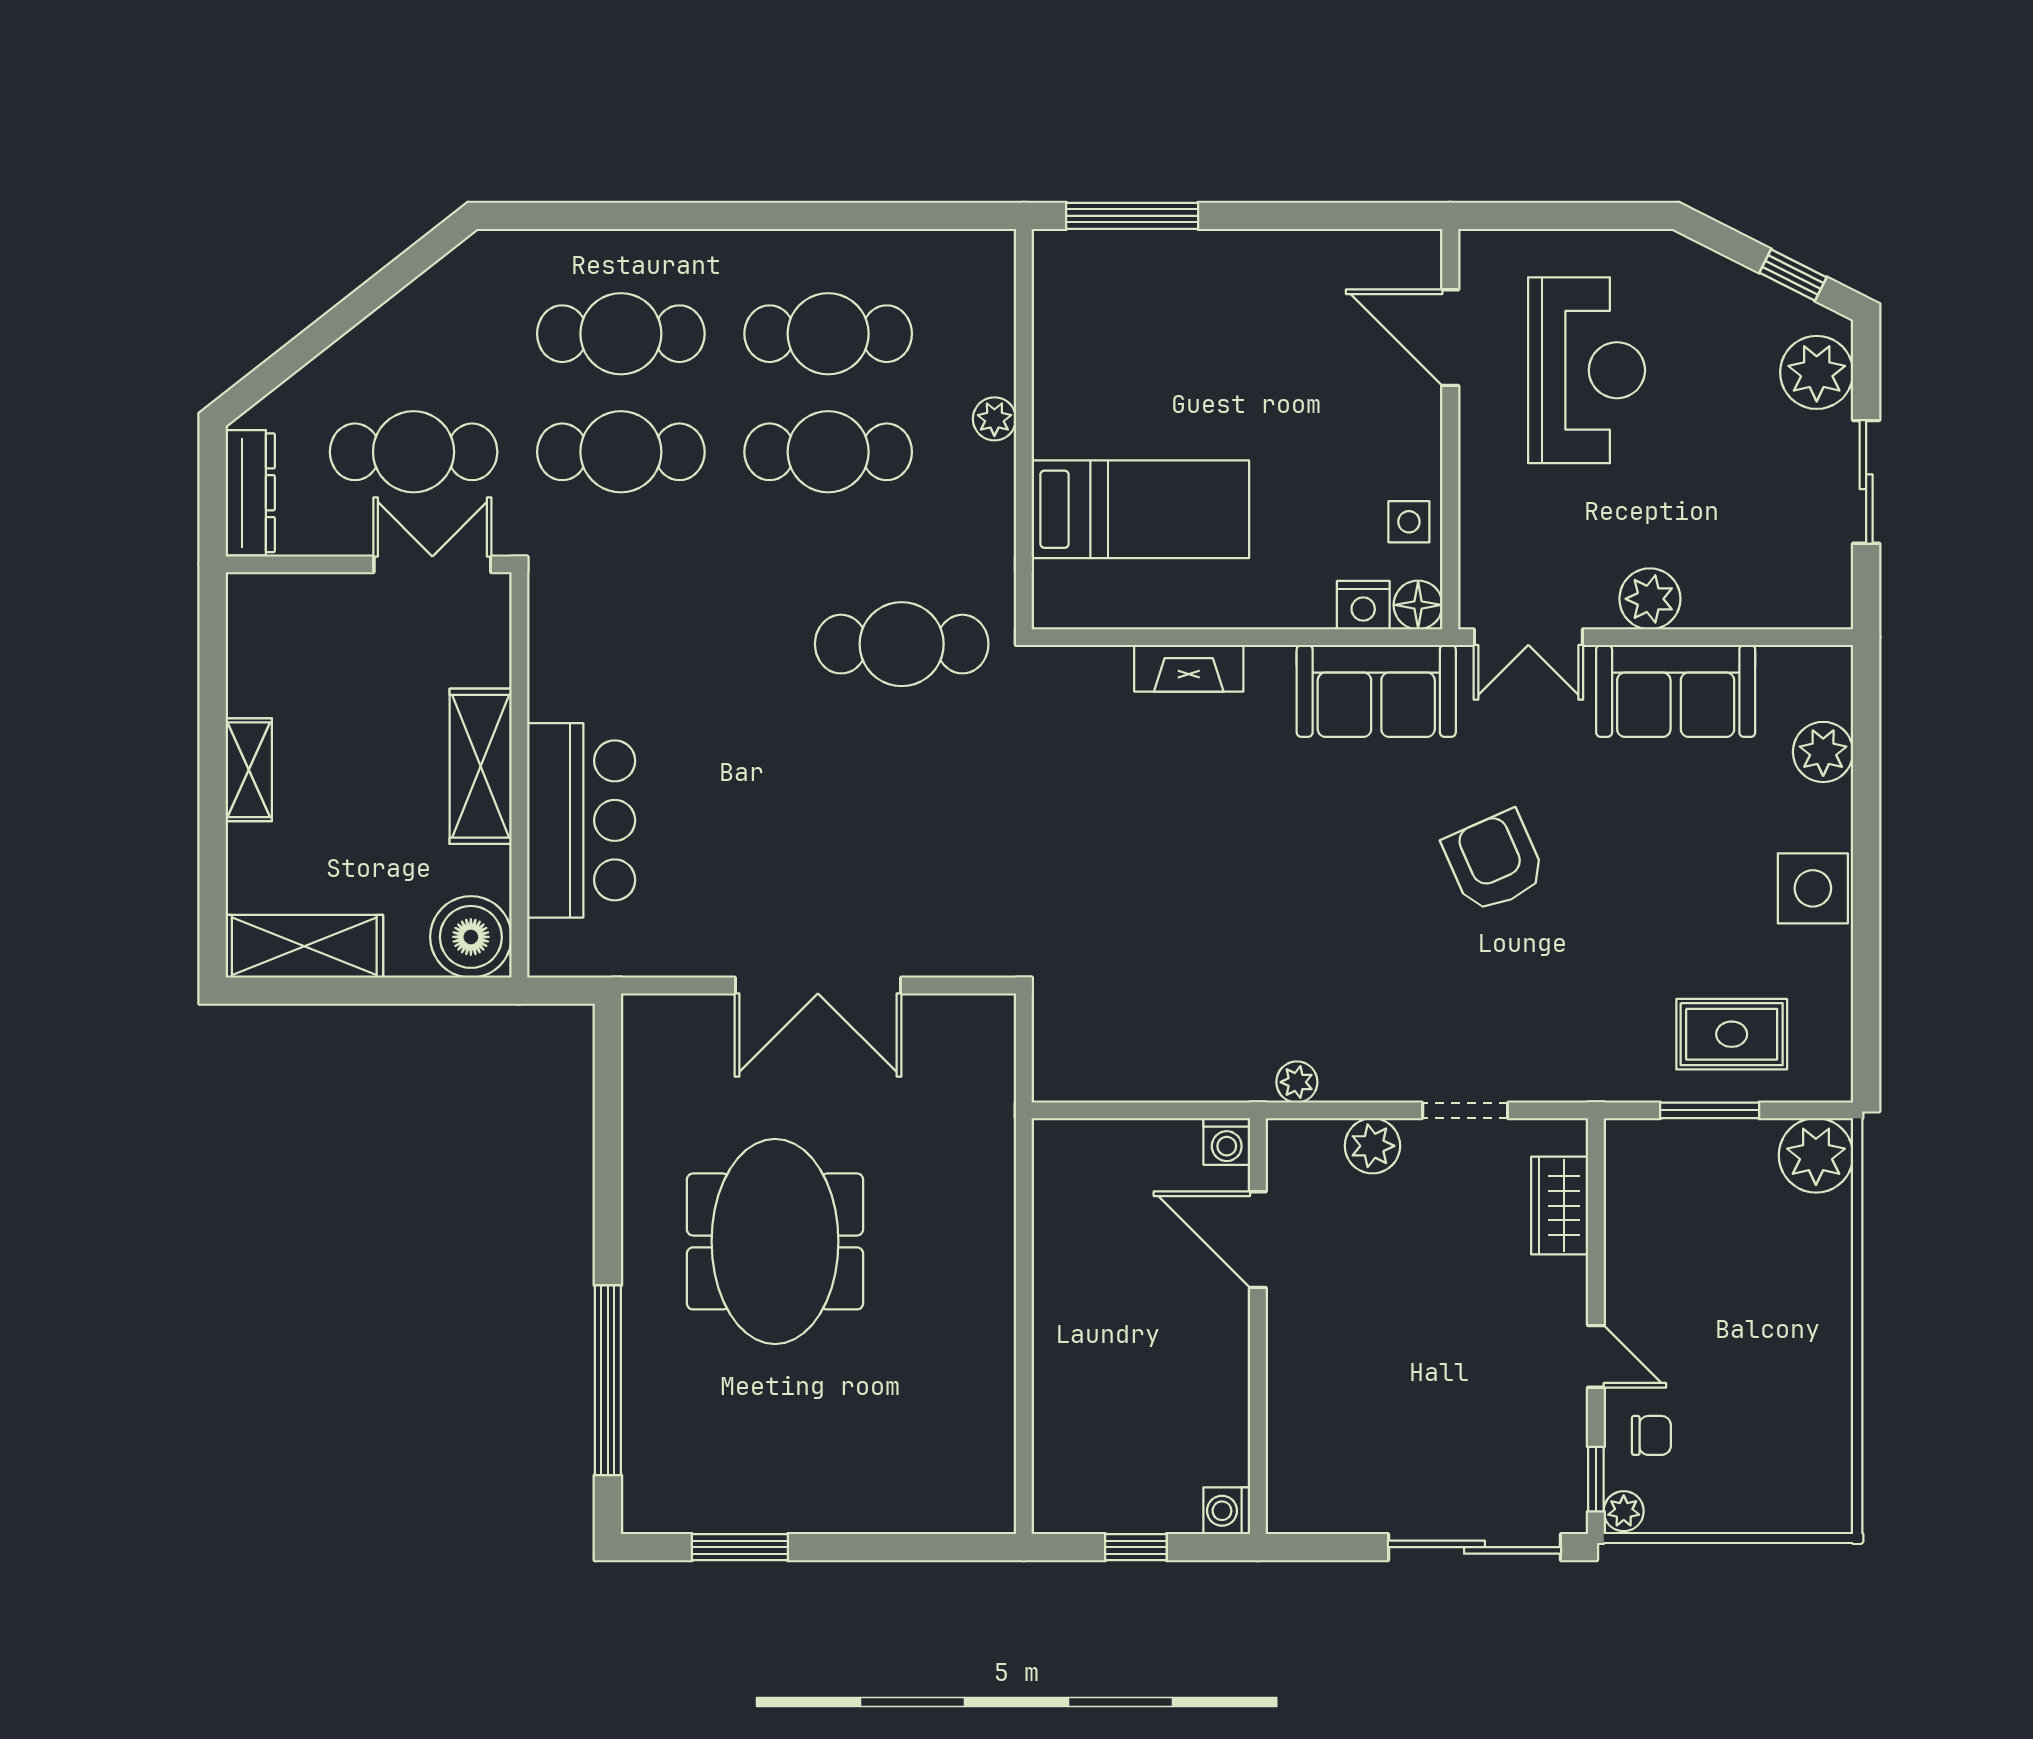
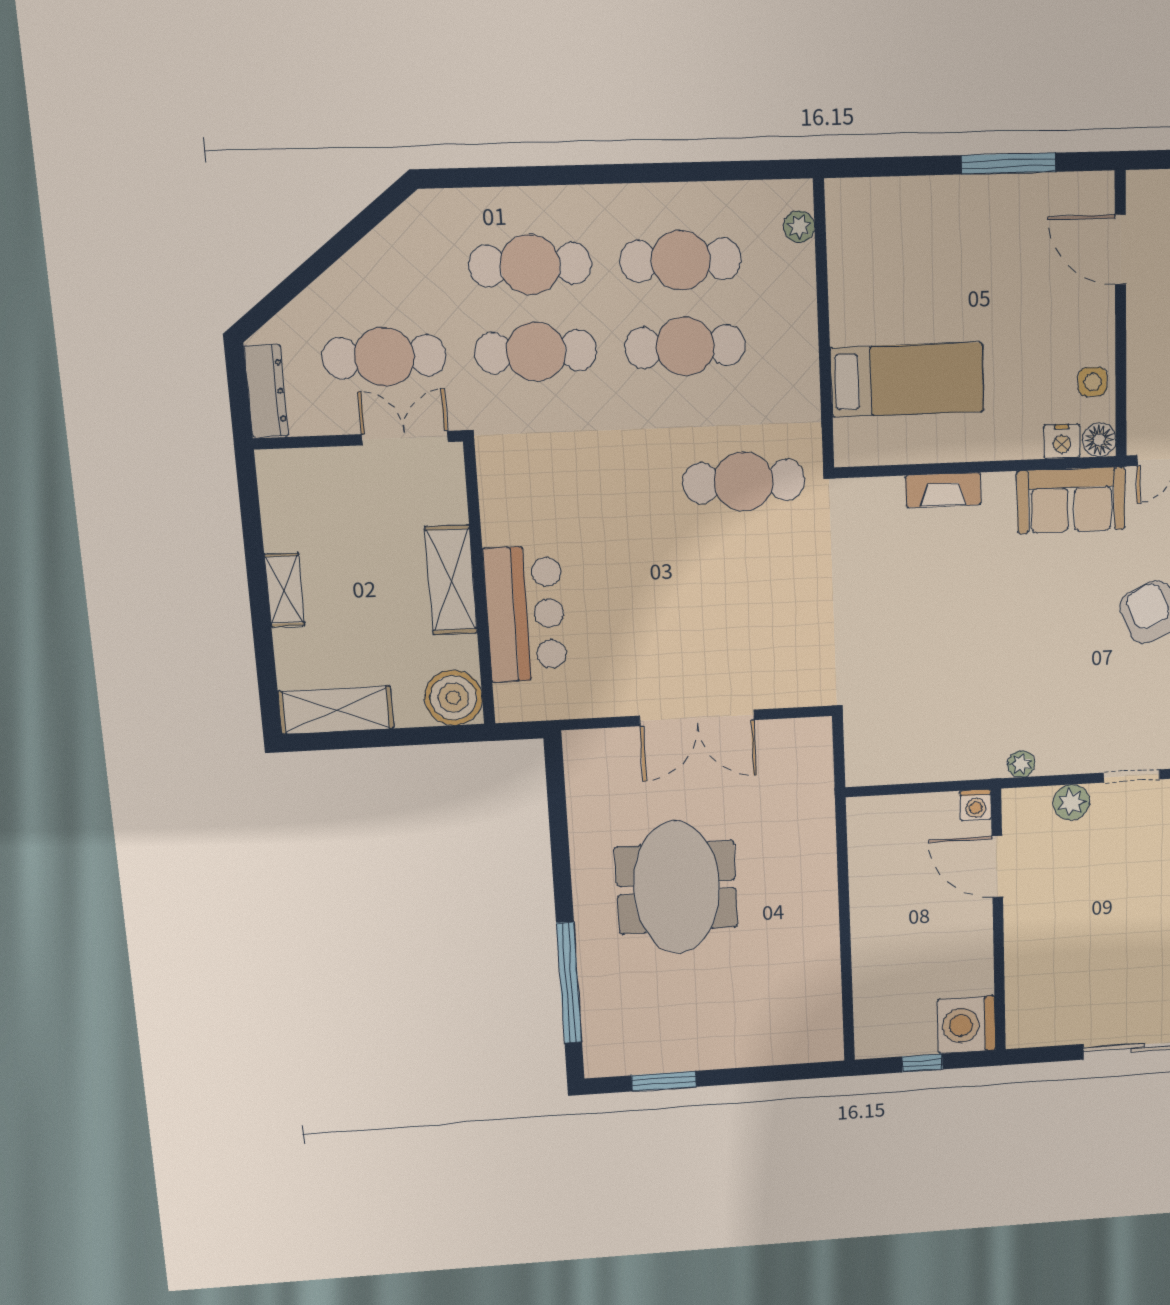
window: (1132, 216) -> (1008, 164), moved
plant: (994, 419) -> (799, 227), moved
washing machine: (1227, 1511) -> (967, 1025), width x1.89, depth x1.89

